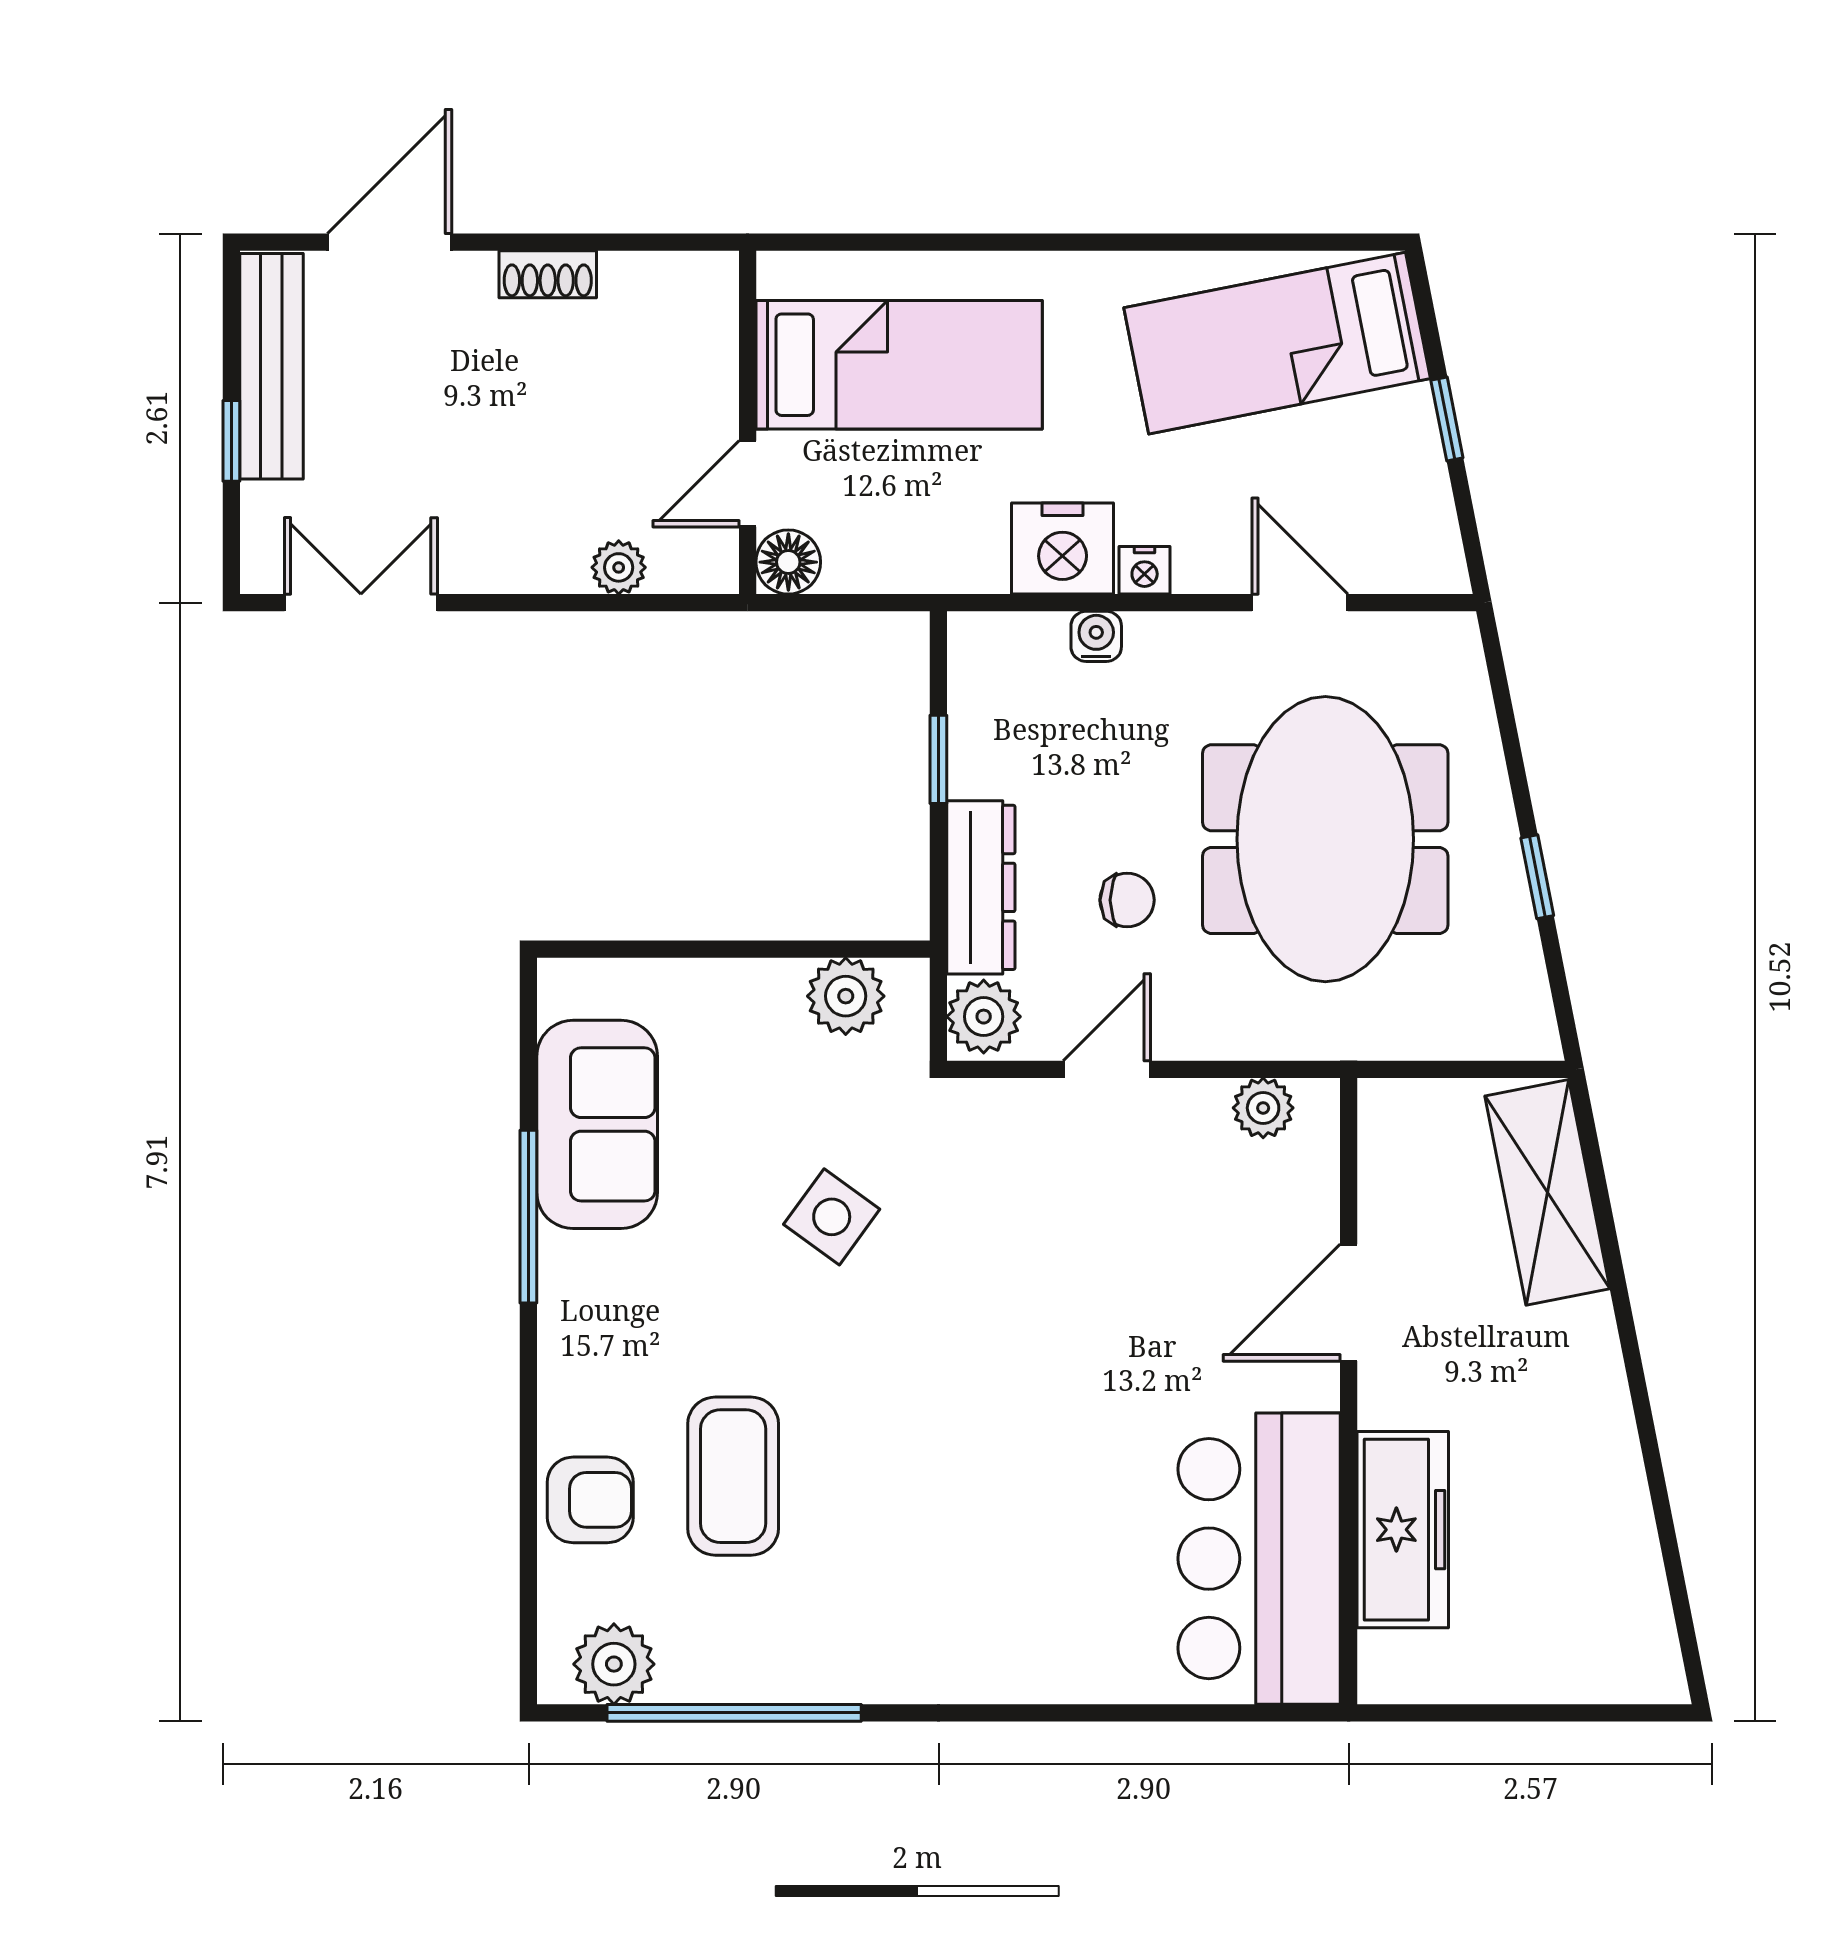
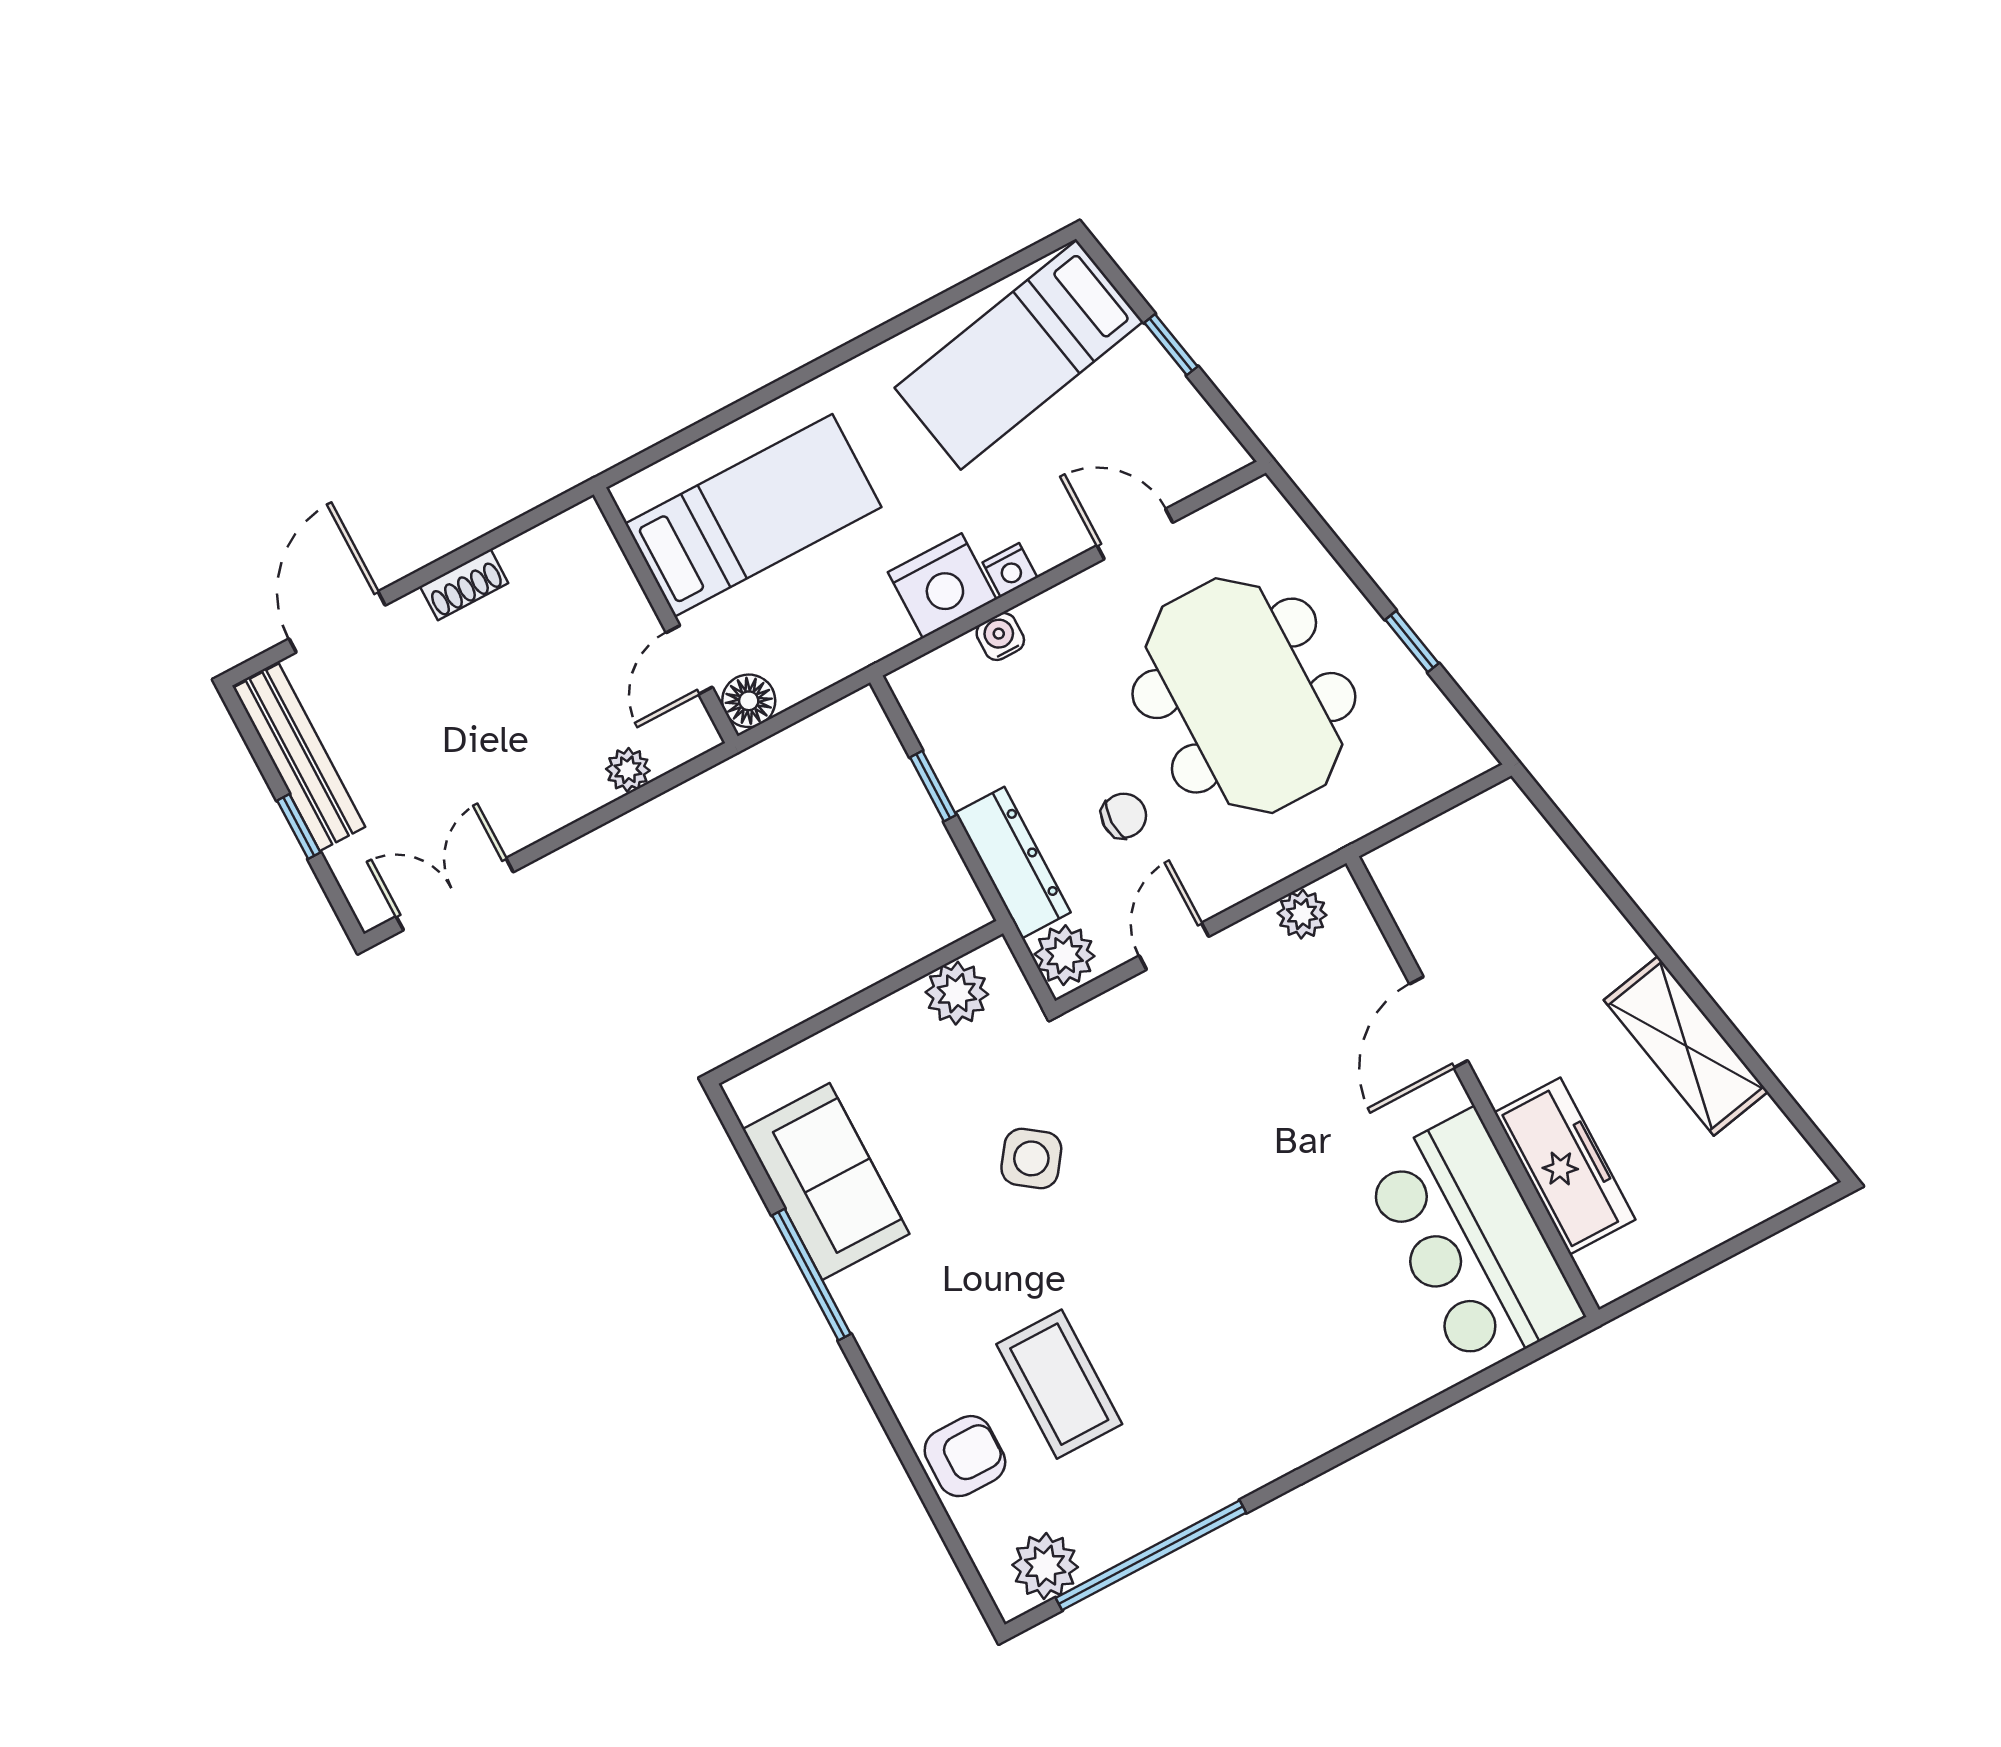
shelving: (1547, 1192) -> (1686, 1046), moved

